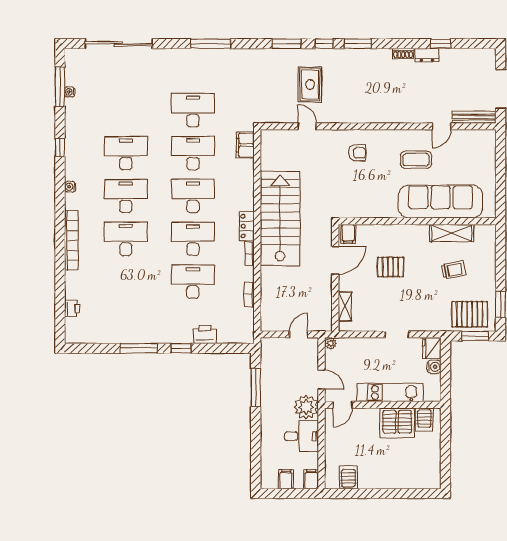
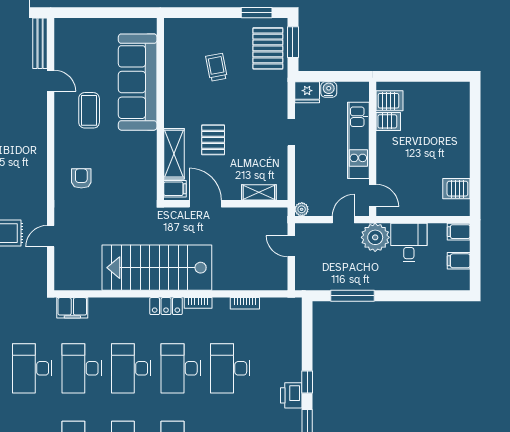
shelving: (452, 233) -> (174, 154), moved
printer: (205, 334) -> (291, 395), moved
server rack: (397, 423) -> (388, 121), width x0.46, depth x0.70

